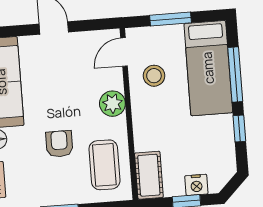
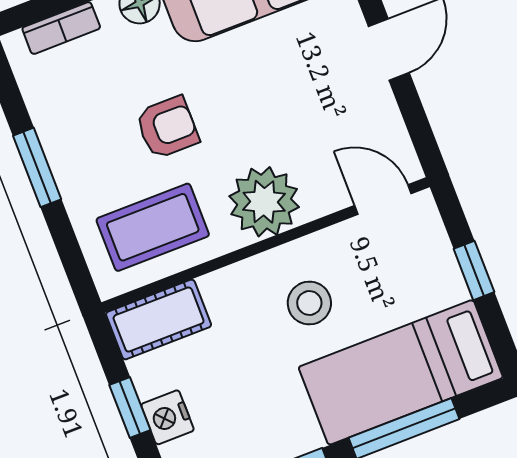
window: (170, 19) -> (474, 270), width x0.67
stool: (154, 76) -> (309, 303), moved
plant: (112, 104) -> (264, 202), width x1.36, depth x1.36

